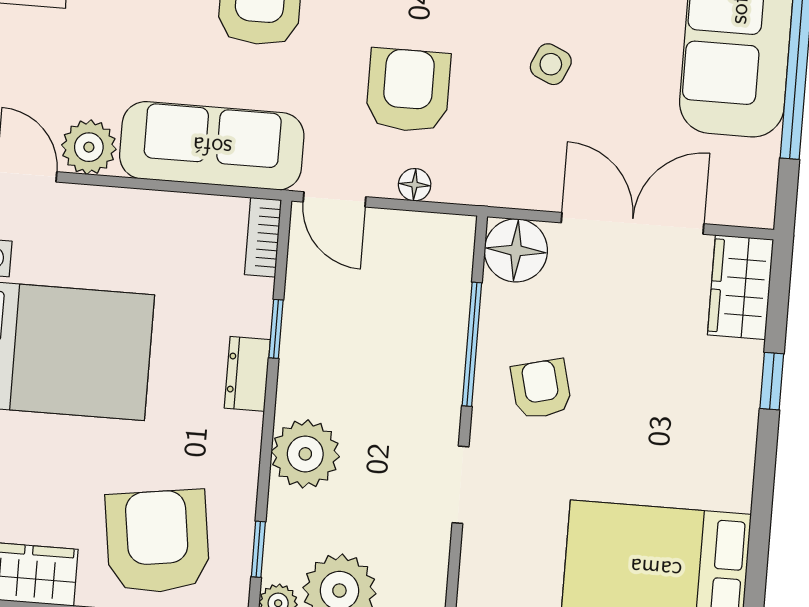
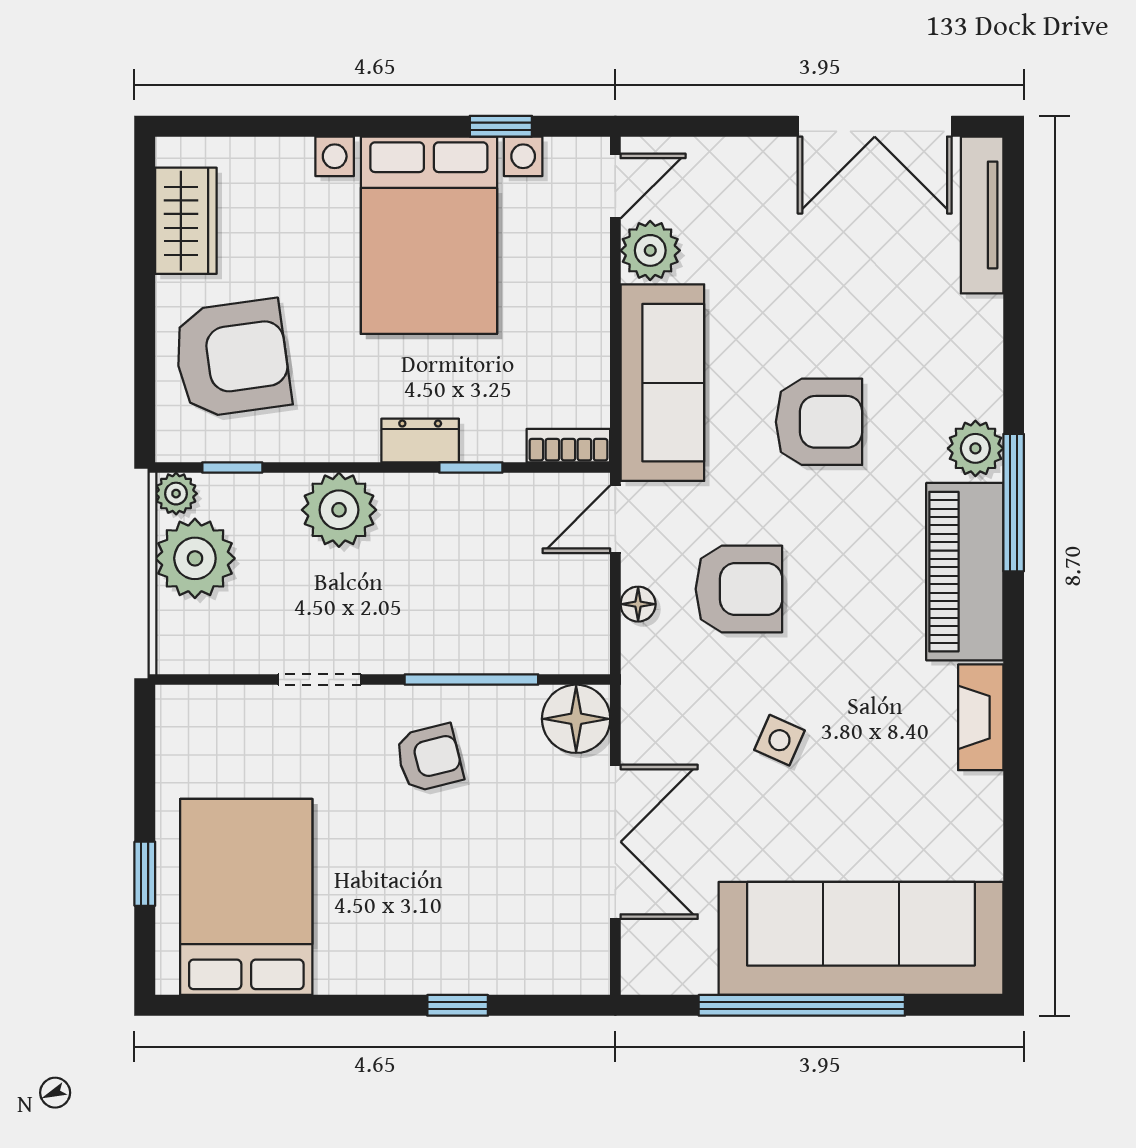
wardrobe: (740, 287) -> (556, 964), removed

